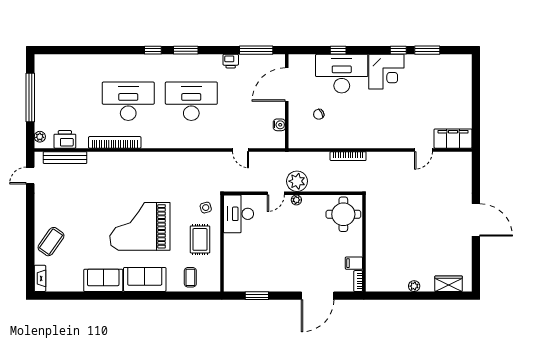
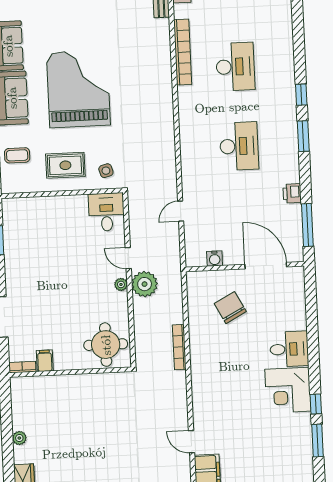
window: (338, 50) -> (312, 328), removed
desk: (342, 74) -> (289, 349), width x0.53, depth x0.77
desk: (128, 101) -> (235, 67), width x0.73, depth x0.77
desk: (191, 101) -> (239, 146), width x0.73, depth x0.77
chair: (319, 114) -> (230, 308), width x1.87, depth x1.87
desk: (239, 214) -> (106, 212), width x0.73

